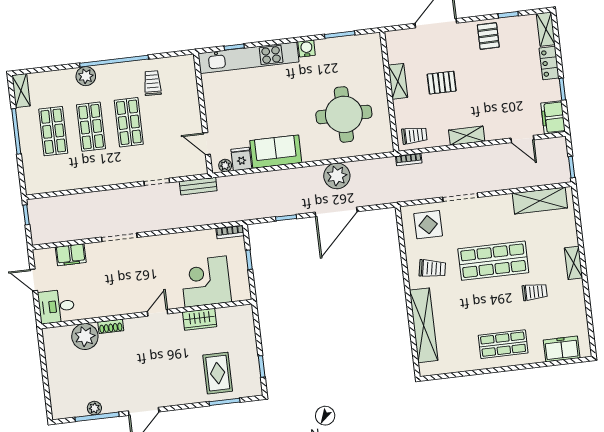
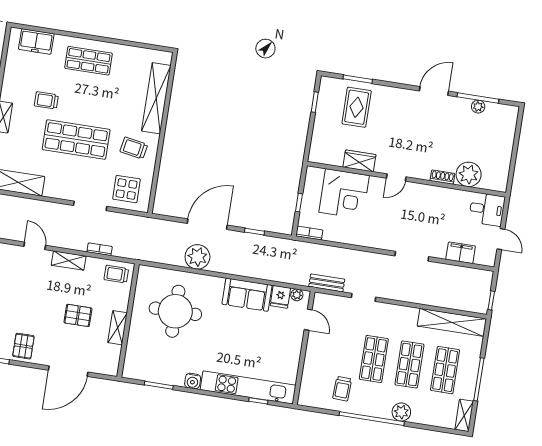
door: (522, 139) -> (35, 246), moved
bookcase: (409, 159) -> (100, 249), moved
shelving: (60, 182) -> (452, 322), added

